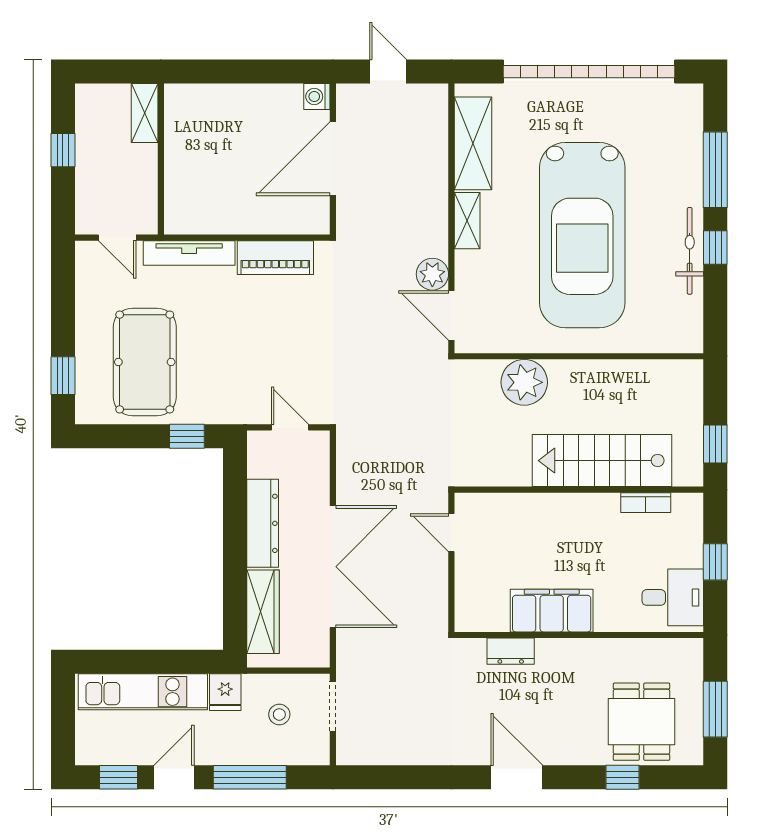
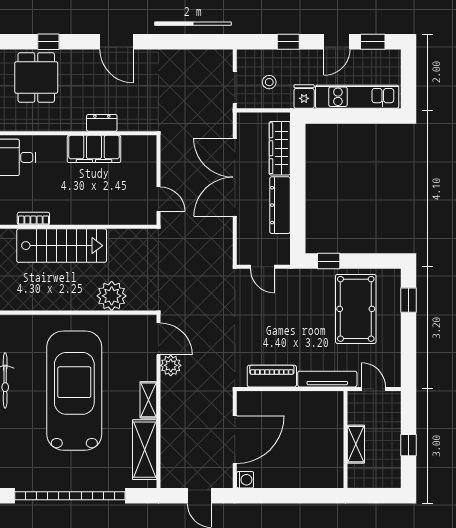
shelving: (145, 113) -> (356, 444), moved
dresser: (511, 651) -> (102, 123), moved
window: (250, 777) -> (288, 42), width x0.46

